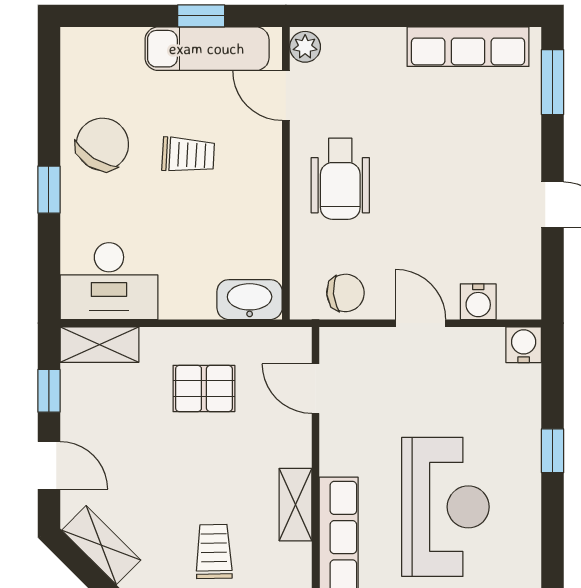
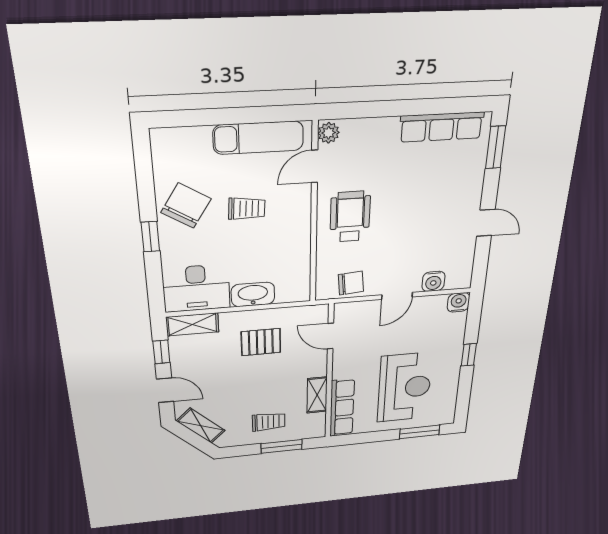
window: (201, 16) -> (253, 115), removed
door: (286, 96) -> (315, 166), hinge flipped
wheelchair: (340, 179) -> (350, 217), turned 180
washbasin: (250, 300) -> (253, 294), moved
door: (421, 323) -> (397, 296), swing flipped
trolley: (214, 551) -> (269, 422), turned 91

